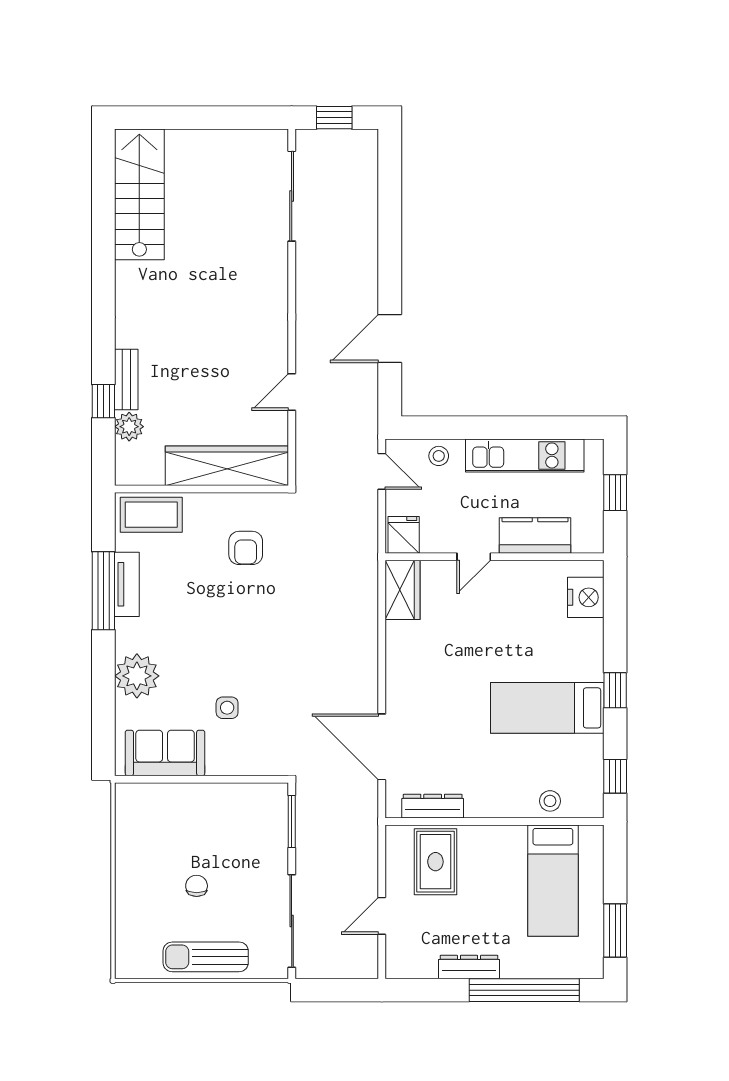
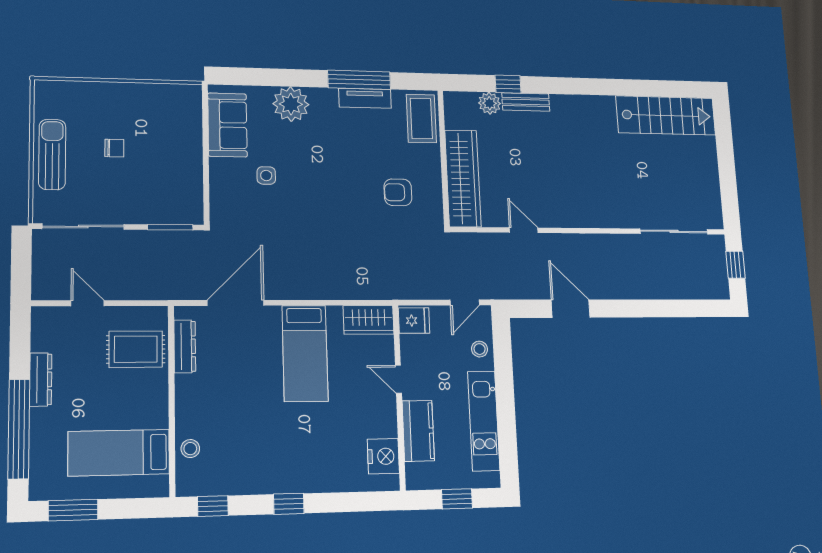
nightstand: (586, 597) -> (383, 456), moved, turned -90
bed: (547, 708) -> (305, 353), moved, turned 180

